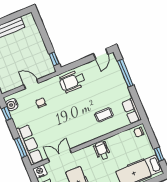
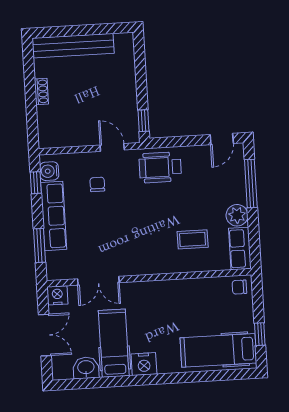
door: (31, 84) -> (112, 147), moved
plant: (124, 93) -> (237, 215), added
row of seats: (30, 145) -> (54, 216), moved
wheelchair: (102, 151) -> (170, 296), removed
double door: (60, 156) -> (98, 281), swing flipped

